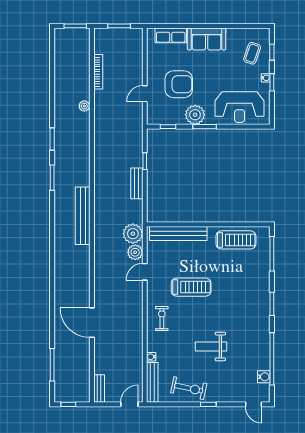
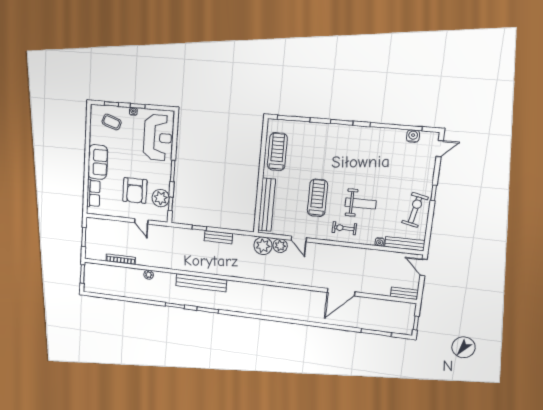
armchair: (179, 84) -> (135, 191), turned 180
plant: (195, 115) -> (161, 198), moved
bench: (83, 216) -> (201, 283), moved
weight bench: (211, 346) -> (361, 203), moved, turned -90

